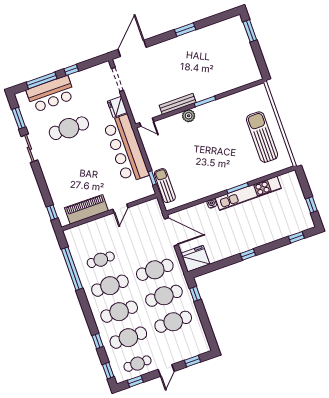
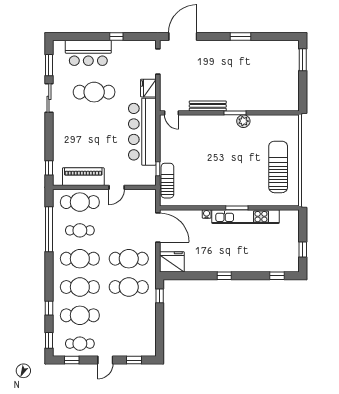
window: (42, 80) -> (84, 36), removed
plant: (189, 116) -> (243, 121), moved
cafe table: (173, 322) -> (80, 202), moved

